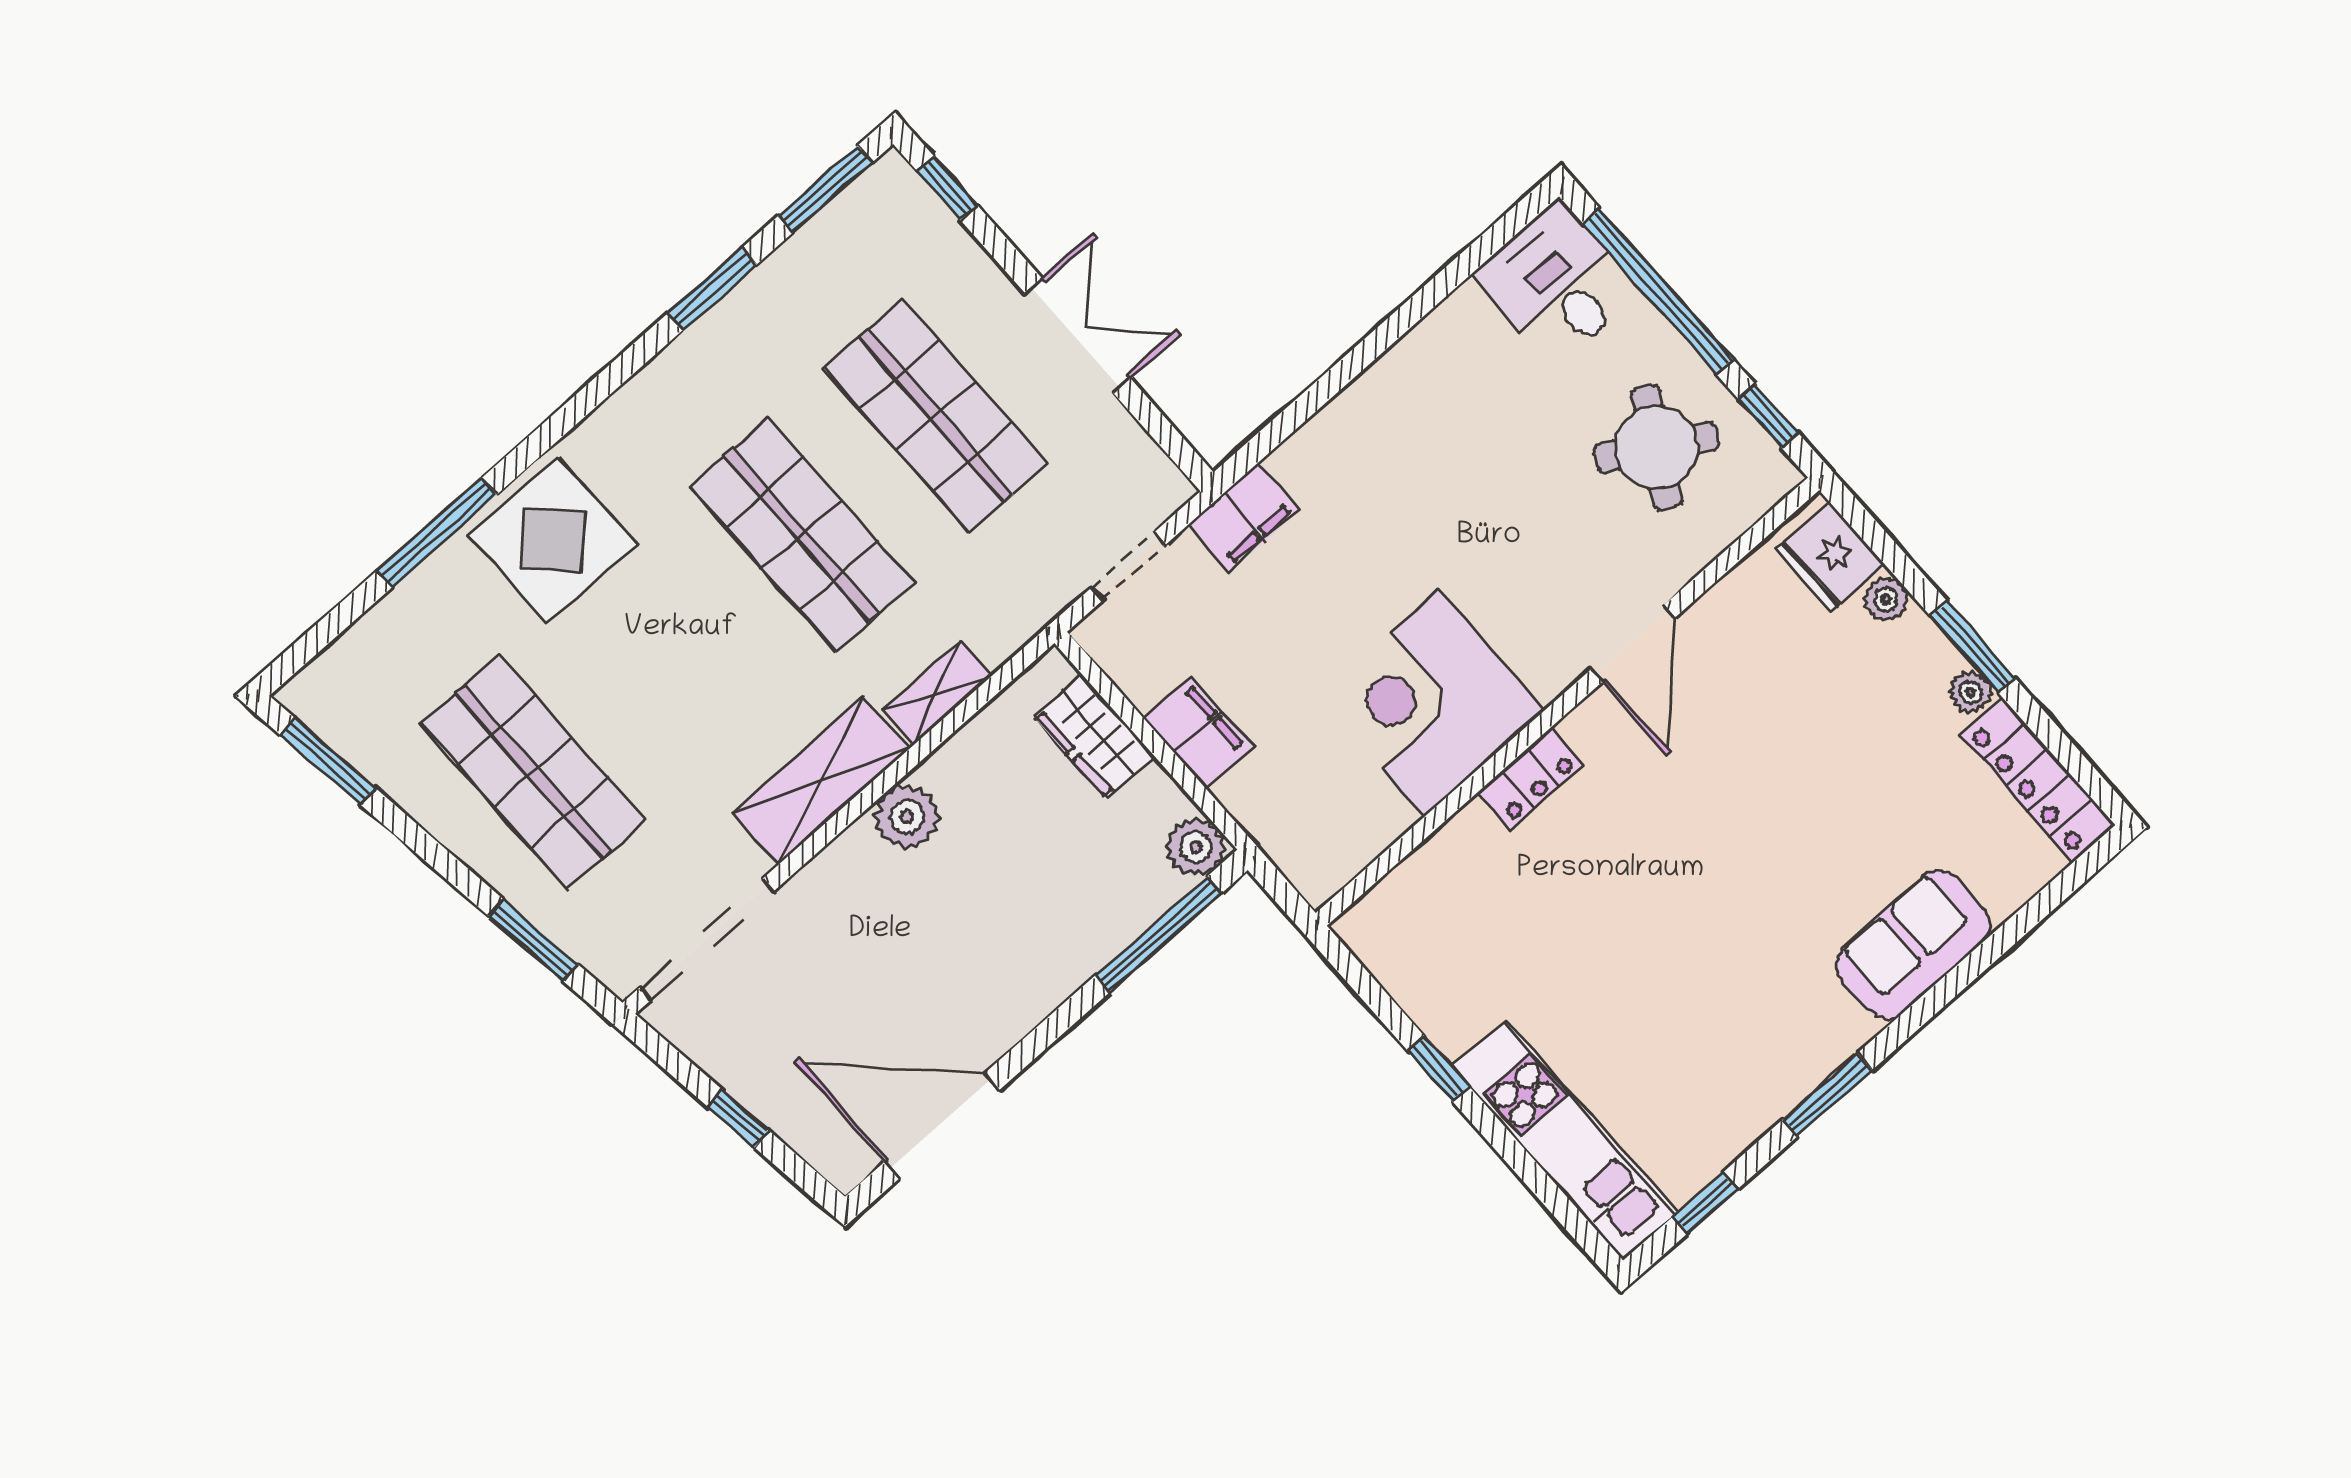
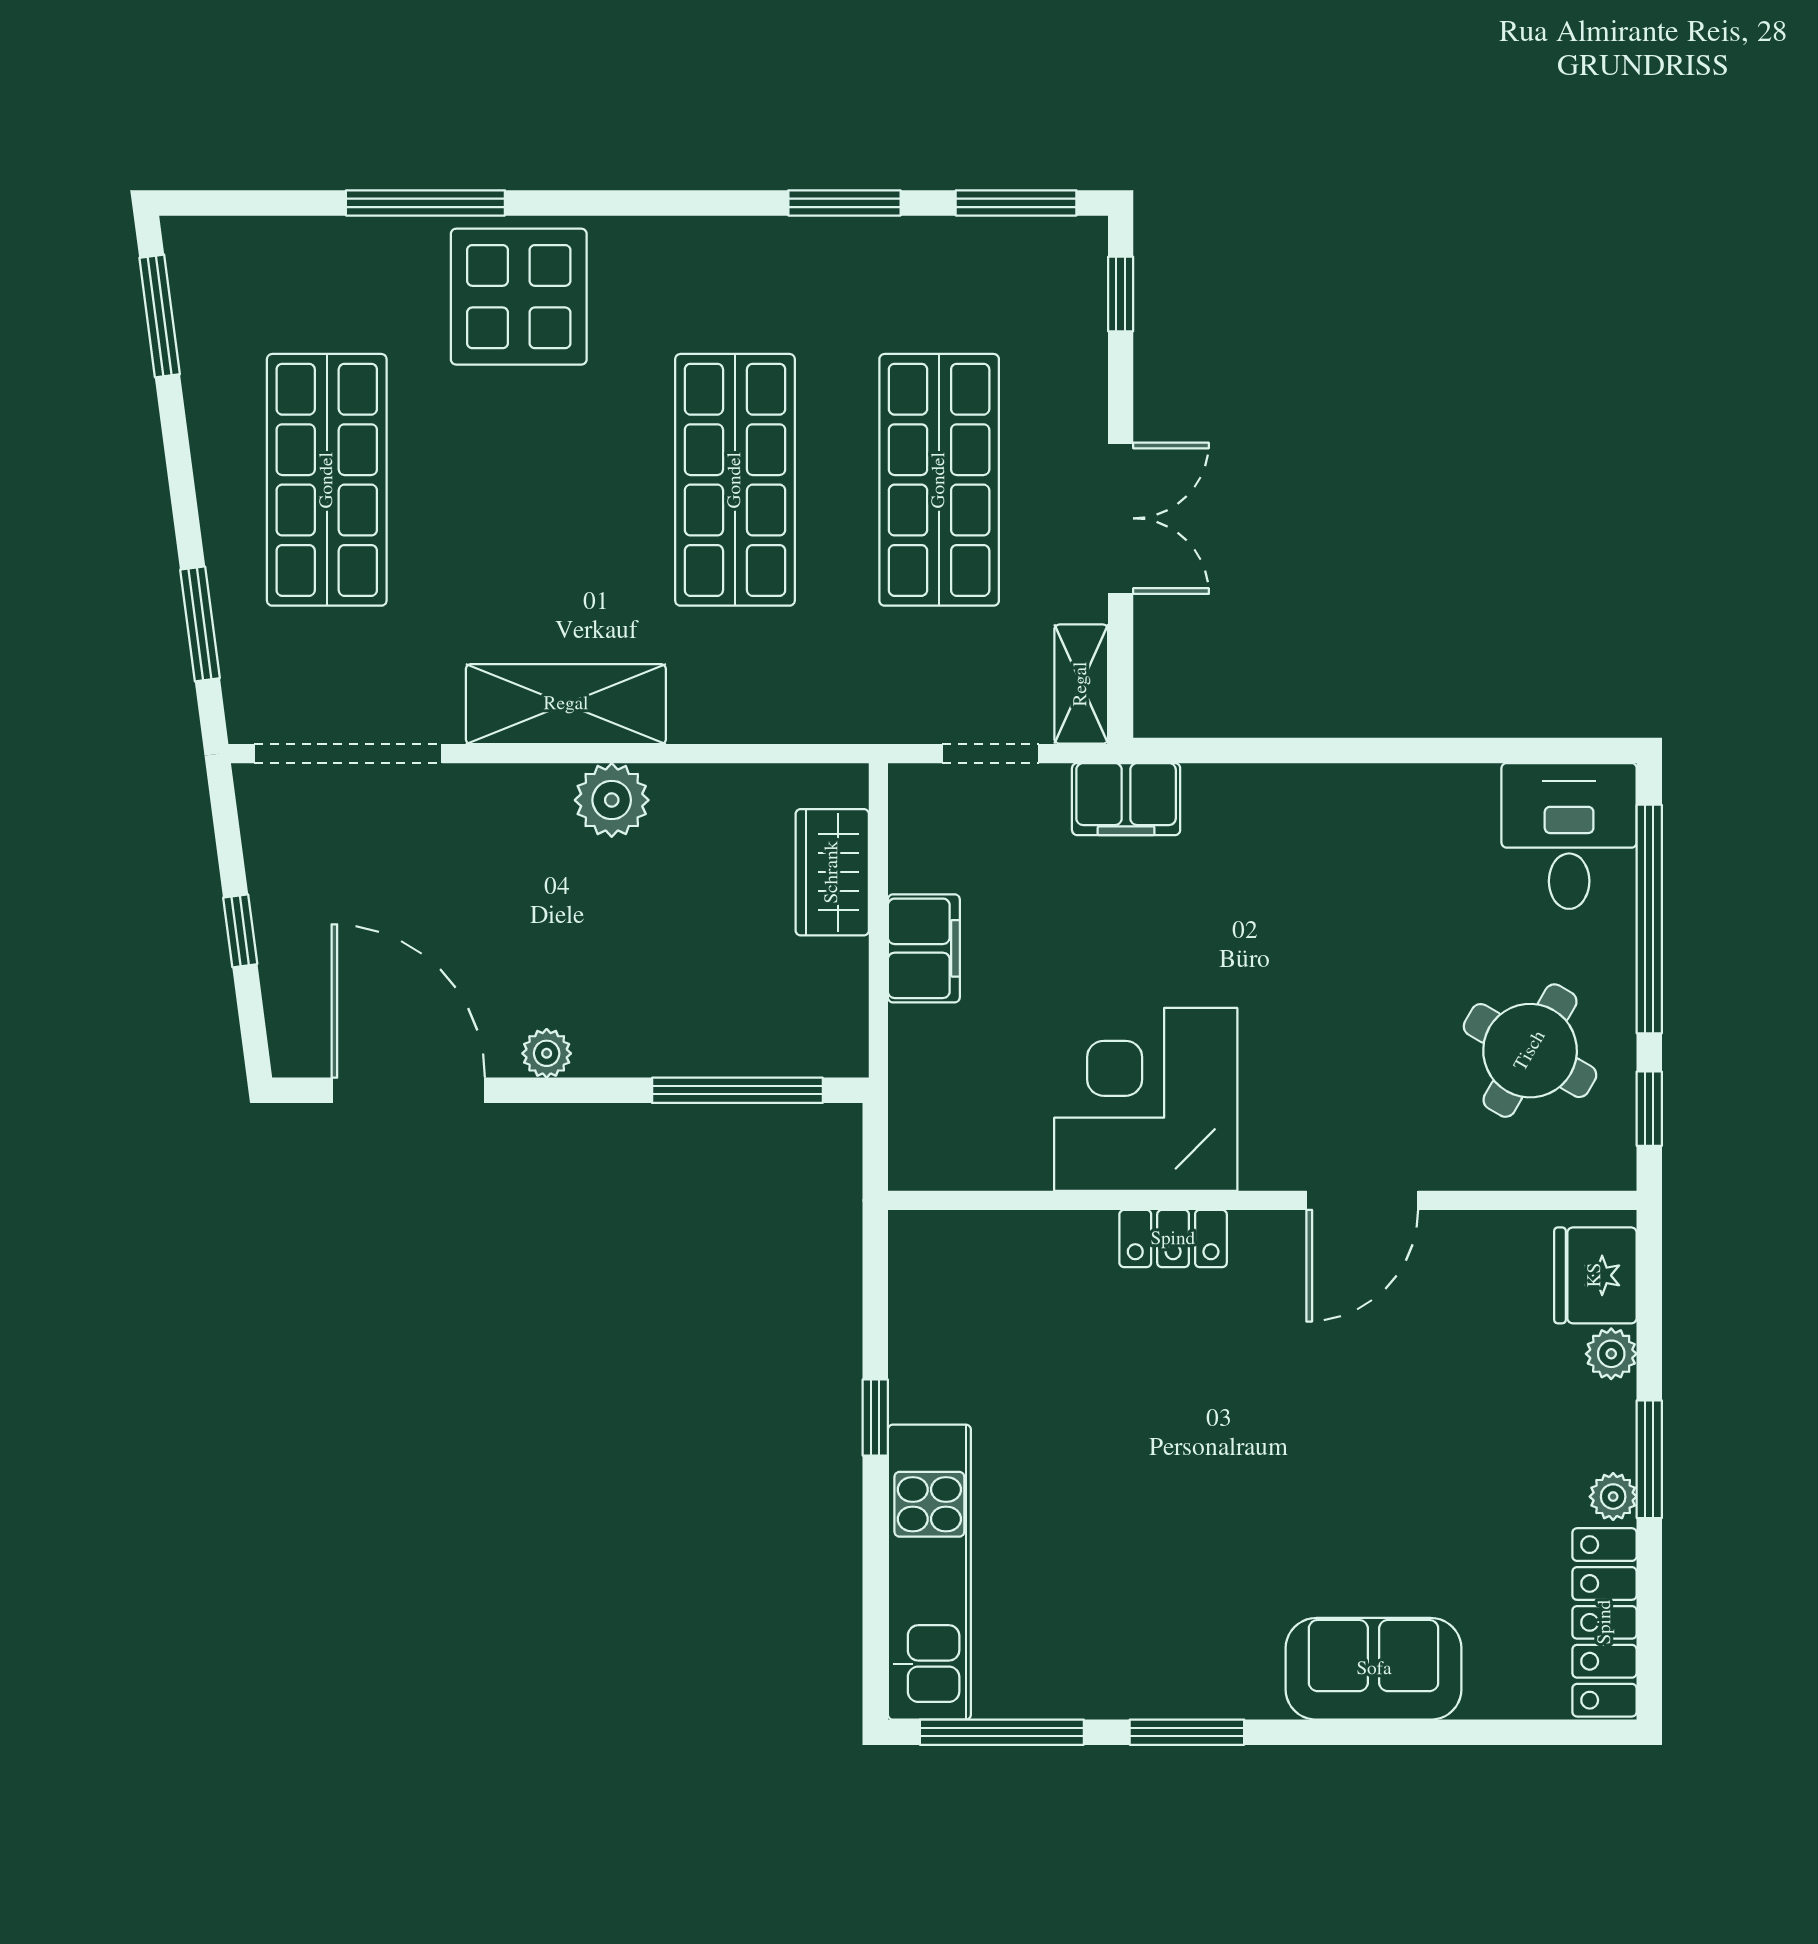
shelving: (937, 693) -> (1081, 684), moved, turned 90
plant: (1196, 847) -> (547, 1053), moved, width x0.73, depth x0.73
window: (1705, 1203) -> (1002, 1732), width x2.17

